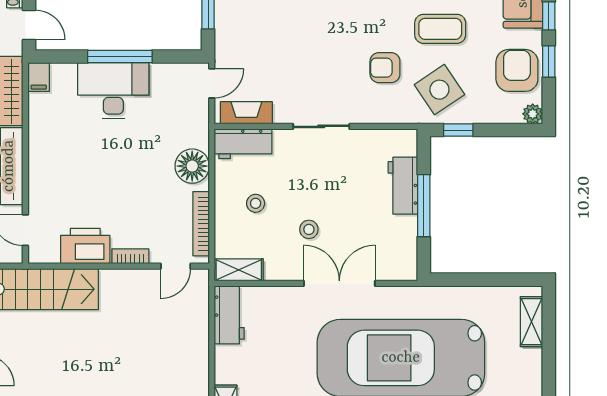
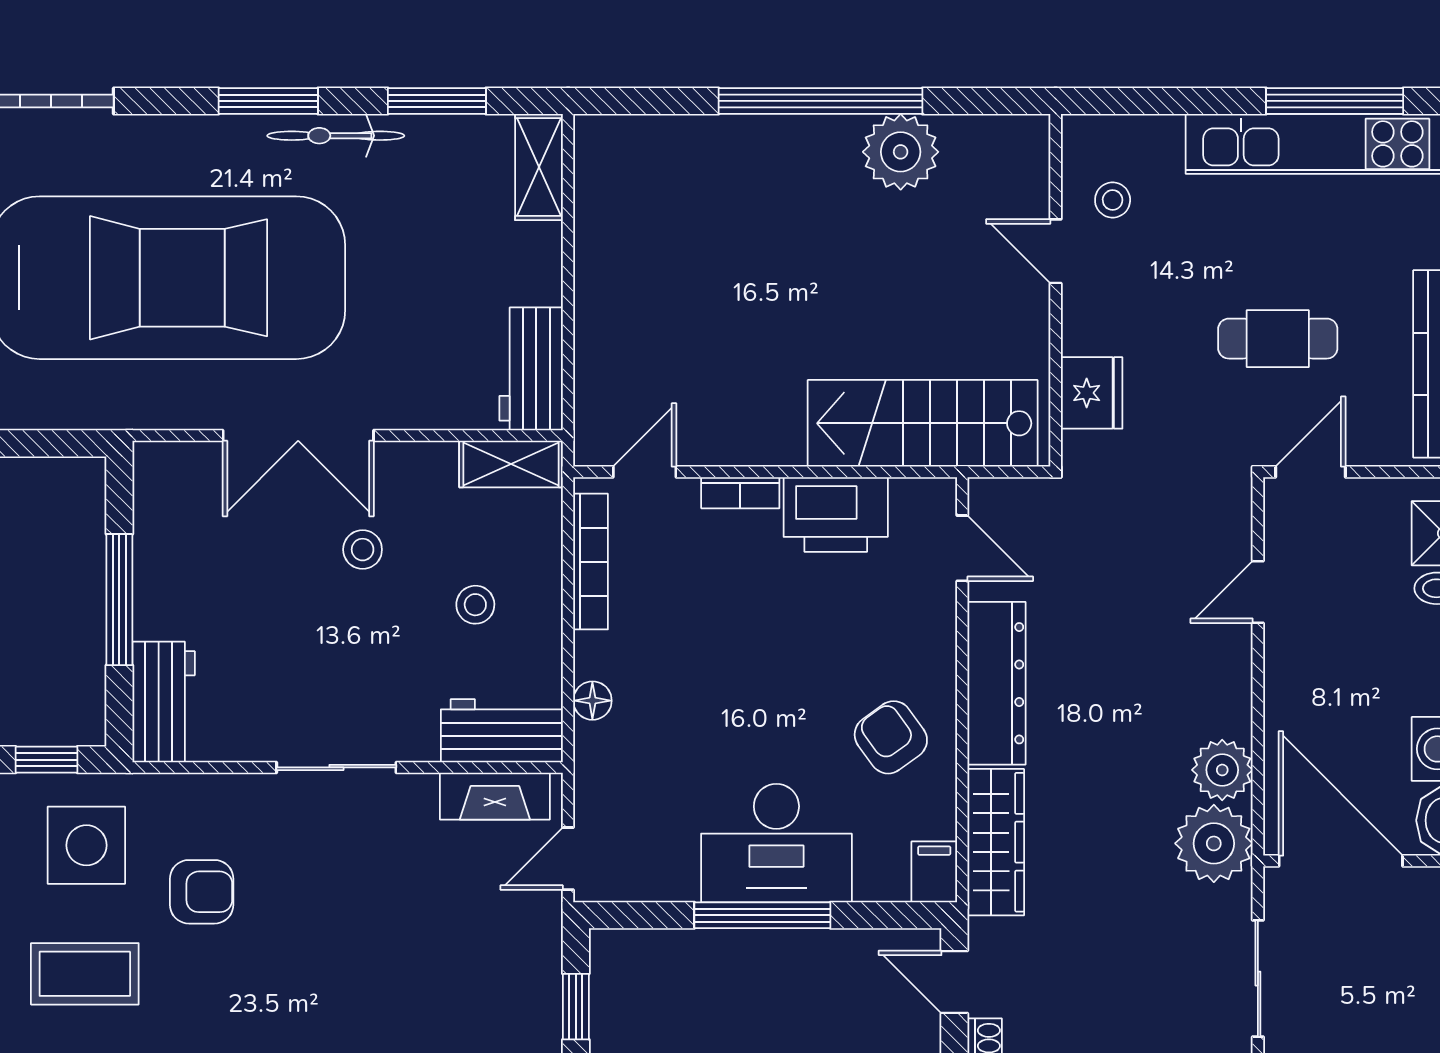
side table: (439, 90) -> (86, 845), turned 34
armchair: (59, 141) -> (891, 737), added
floor lamp: (192, 166) -> (592, 701), width x0.53, depth x0.53
workbench: (403, 186) -> (164, 702), moved

